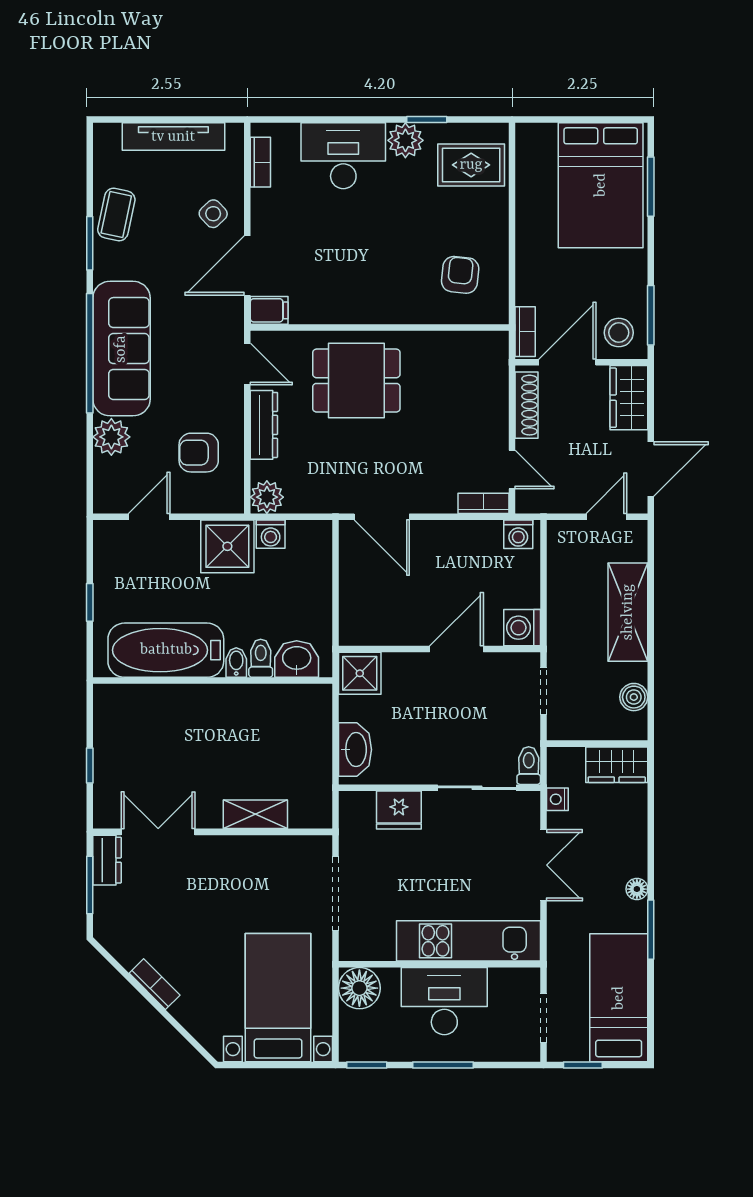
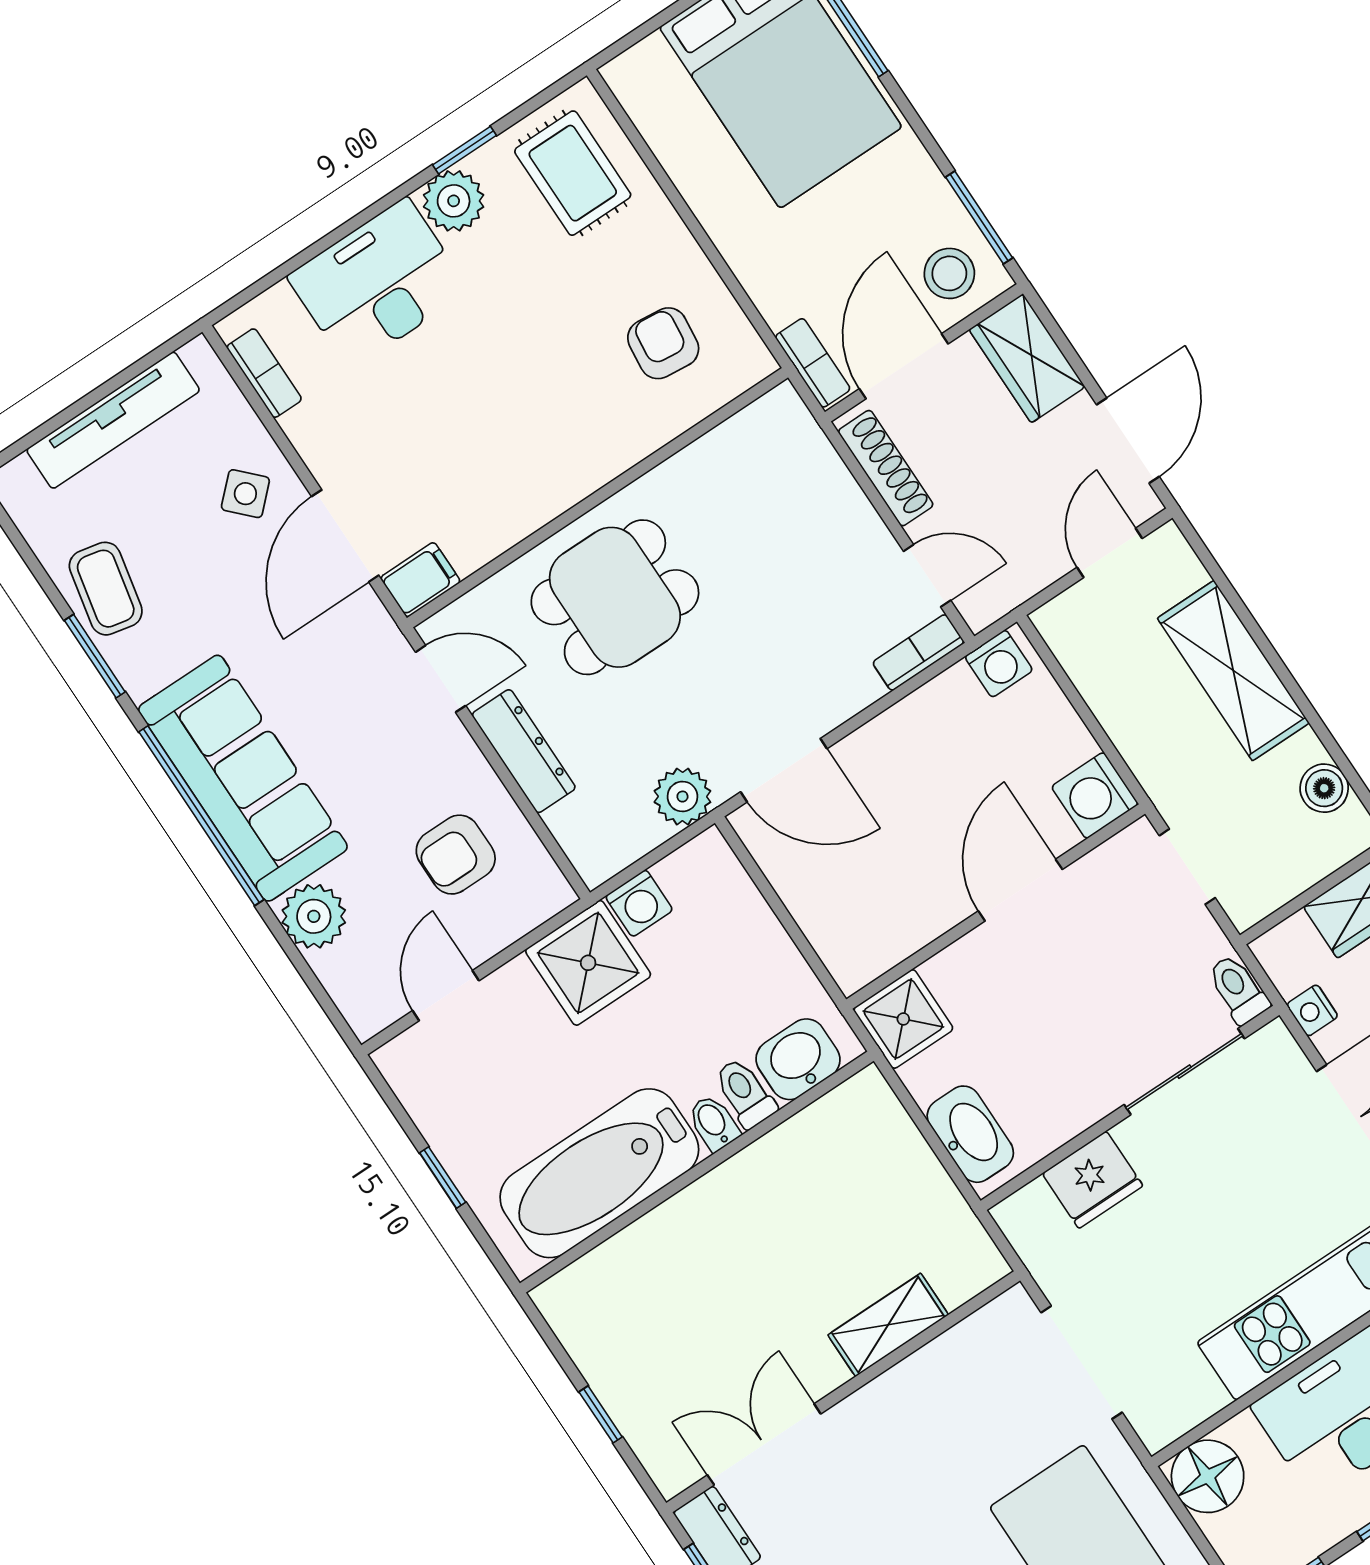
rug: (471, 165) -> (573, 173), turned 90
plant: (267, 497) -> (682, 797), moved

